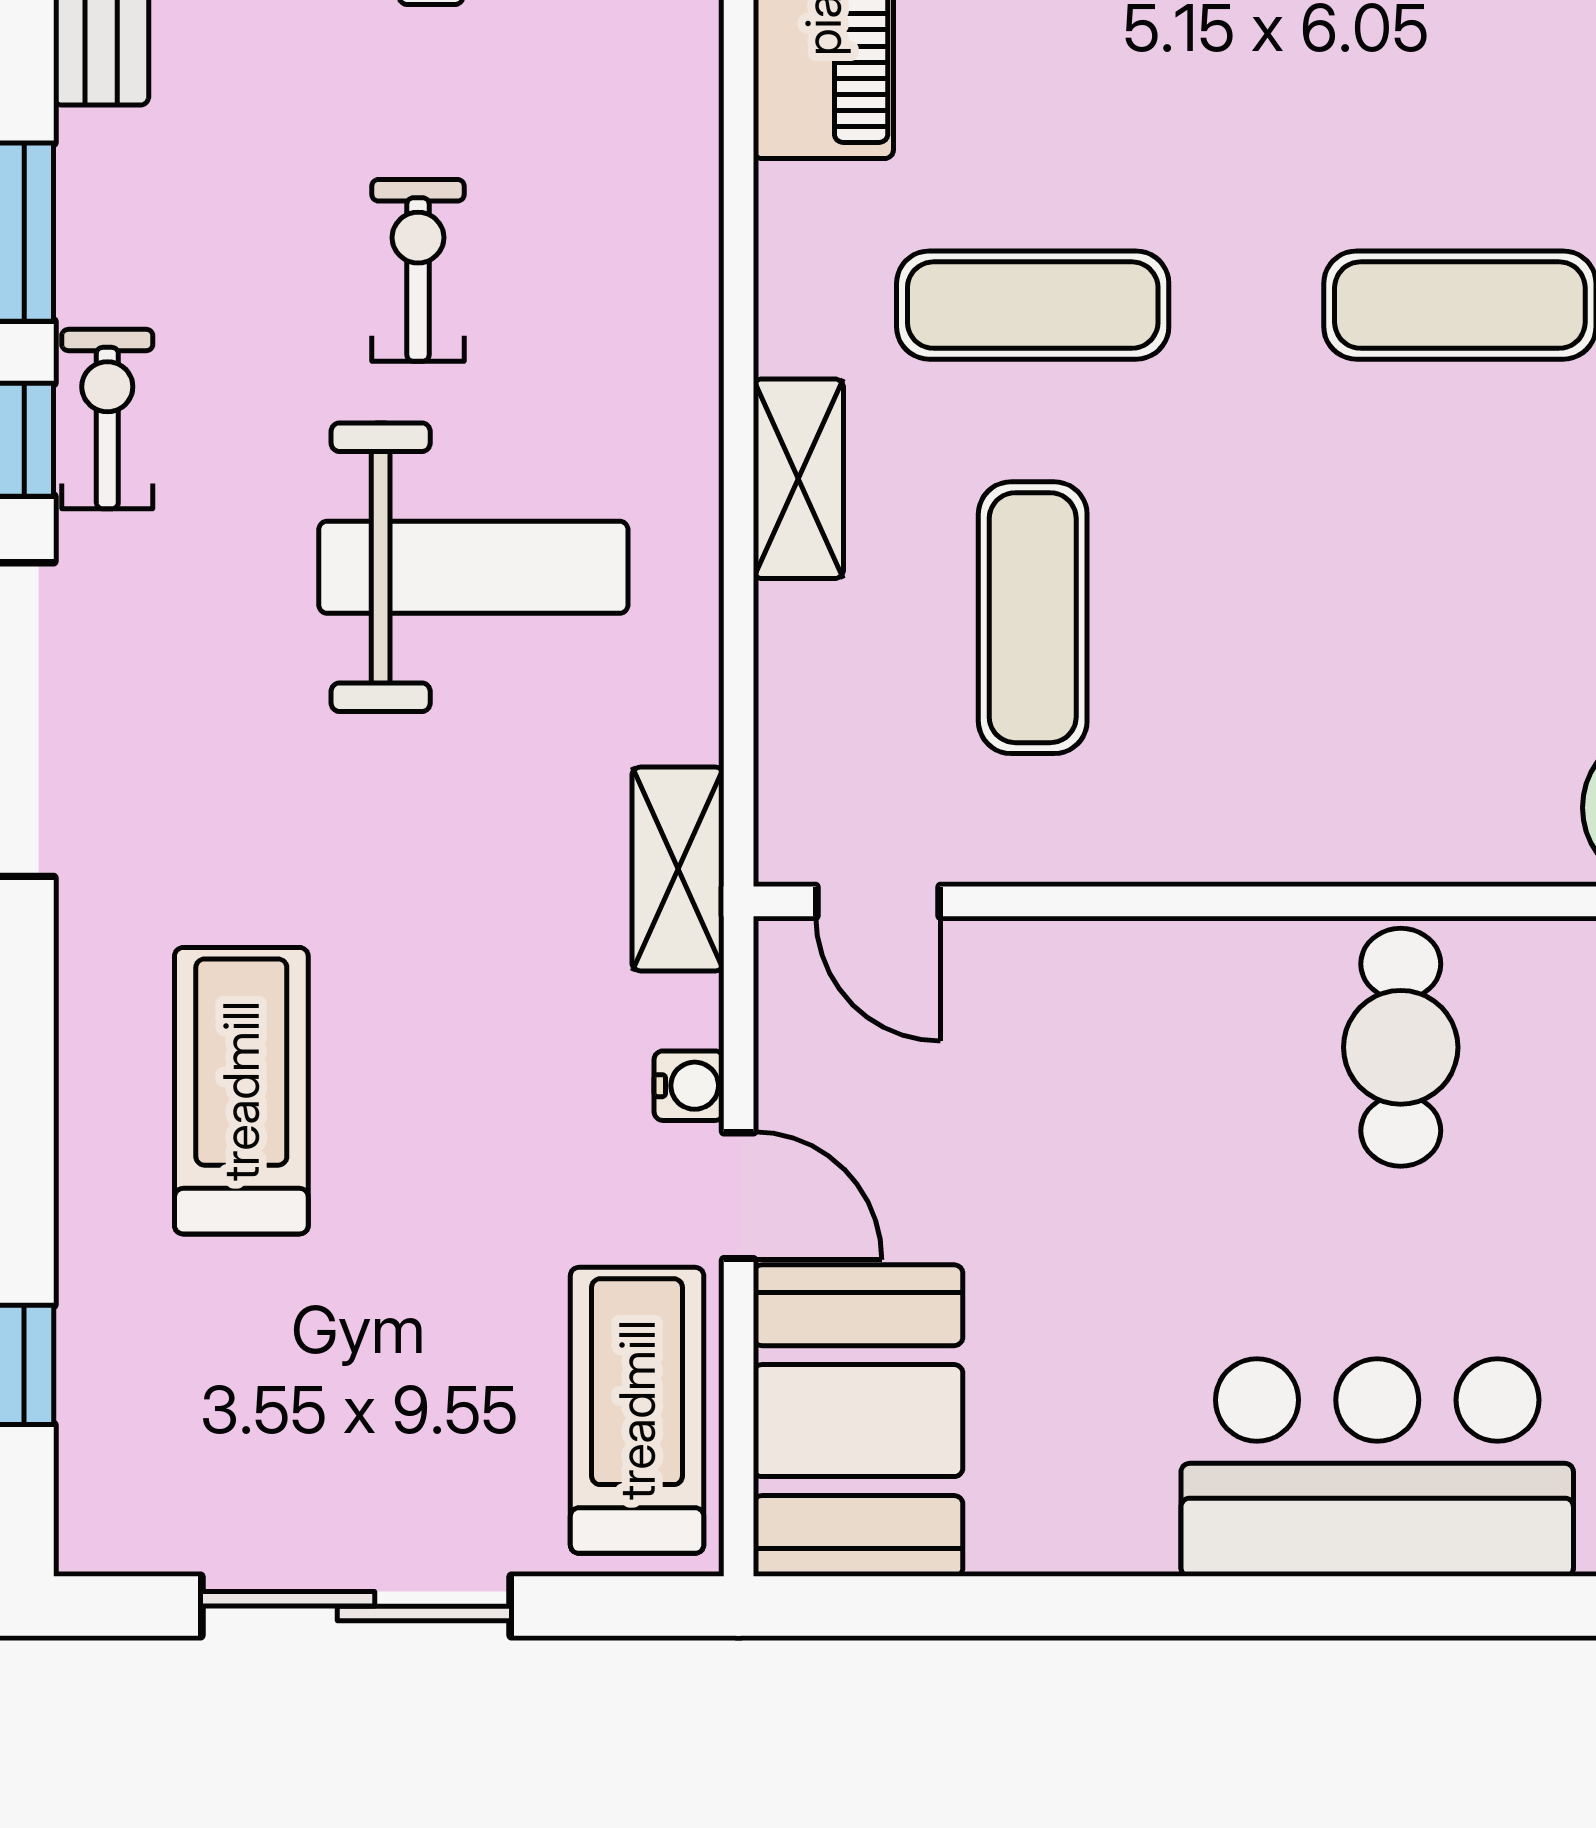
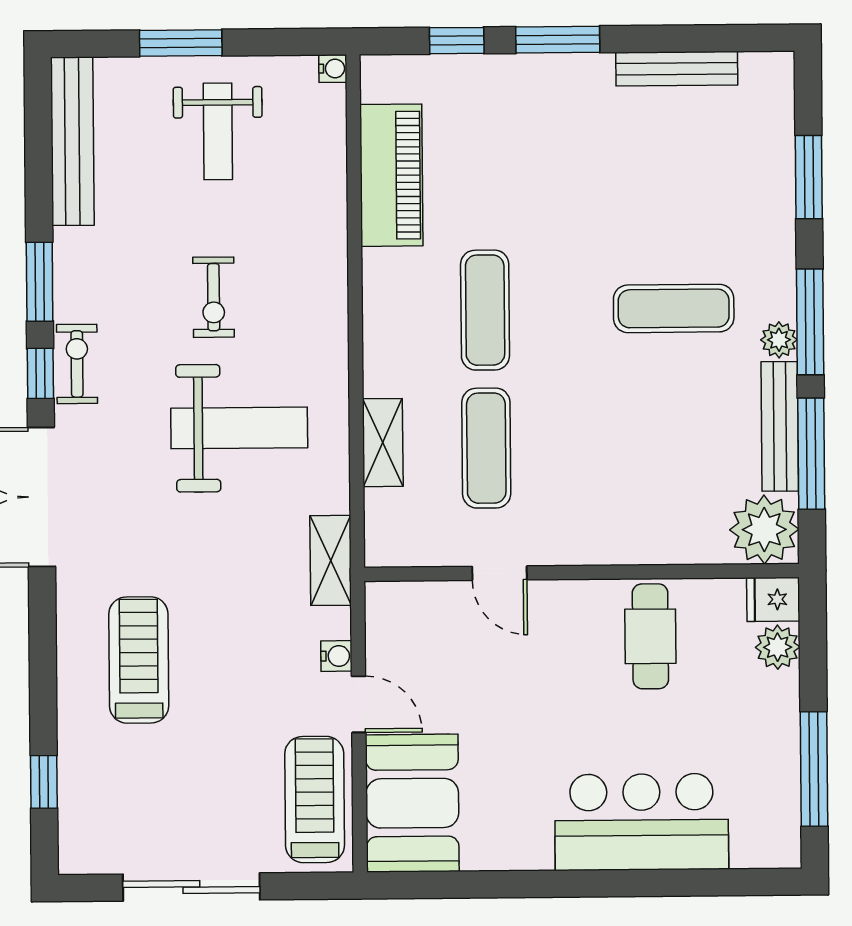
exercise bike: (418, 270) -> (214, 297), turned 180
exercise mat: (1033, 305) -> (485, 310), turned 90
shelving: (798, 479) -> (383, 443), moved
door: (878, 901) -> (500, 573), moved

